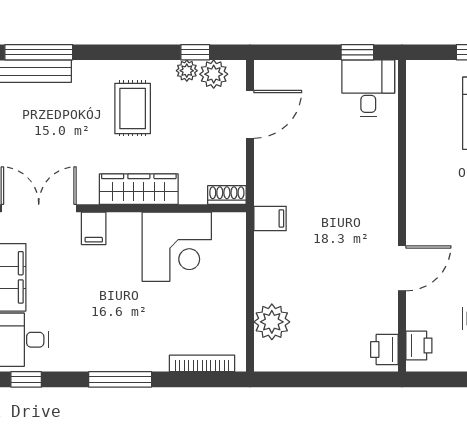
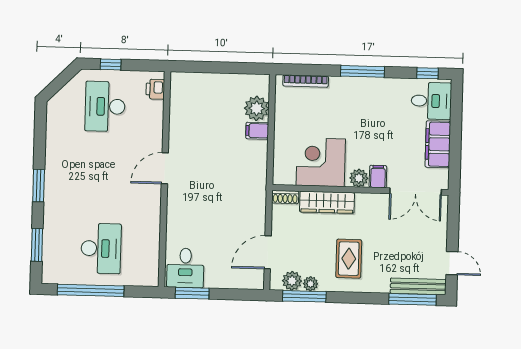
window: (195, 52) -> (304, 296), width x2.17
window: (357, 52) -> (192, 293), width x1.50
wardrobe: (139, 189) -> (327, 202), moved
filing cabinet: (270, 218) -> (257, 131), moved
plant: (121, 225) -> (359, 178), added
door: (402, 268) -> (165, 168), moved
printer: (384, 349) -> (179, 87), removed

